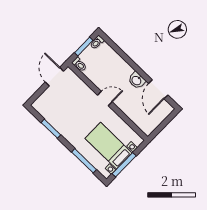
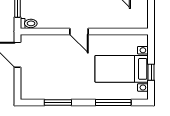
door: (105, 98) -> (79, 31), swing flipped
window: (124, 165) -> (151, 72), width x0.46

